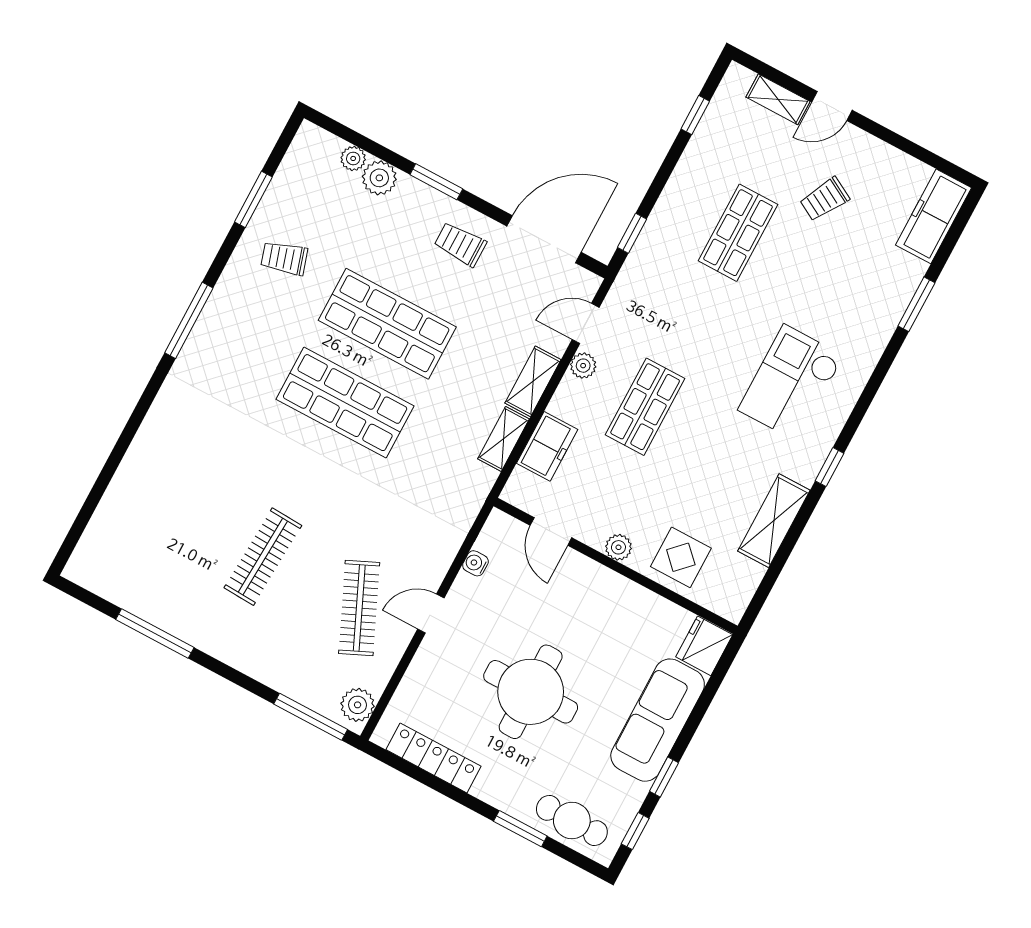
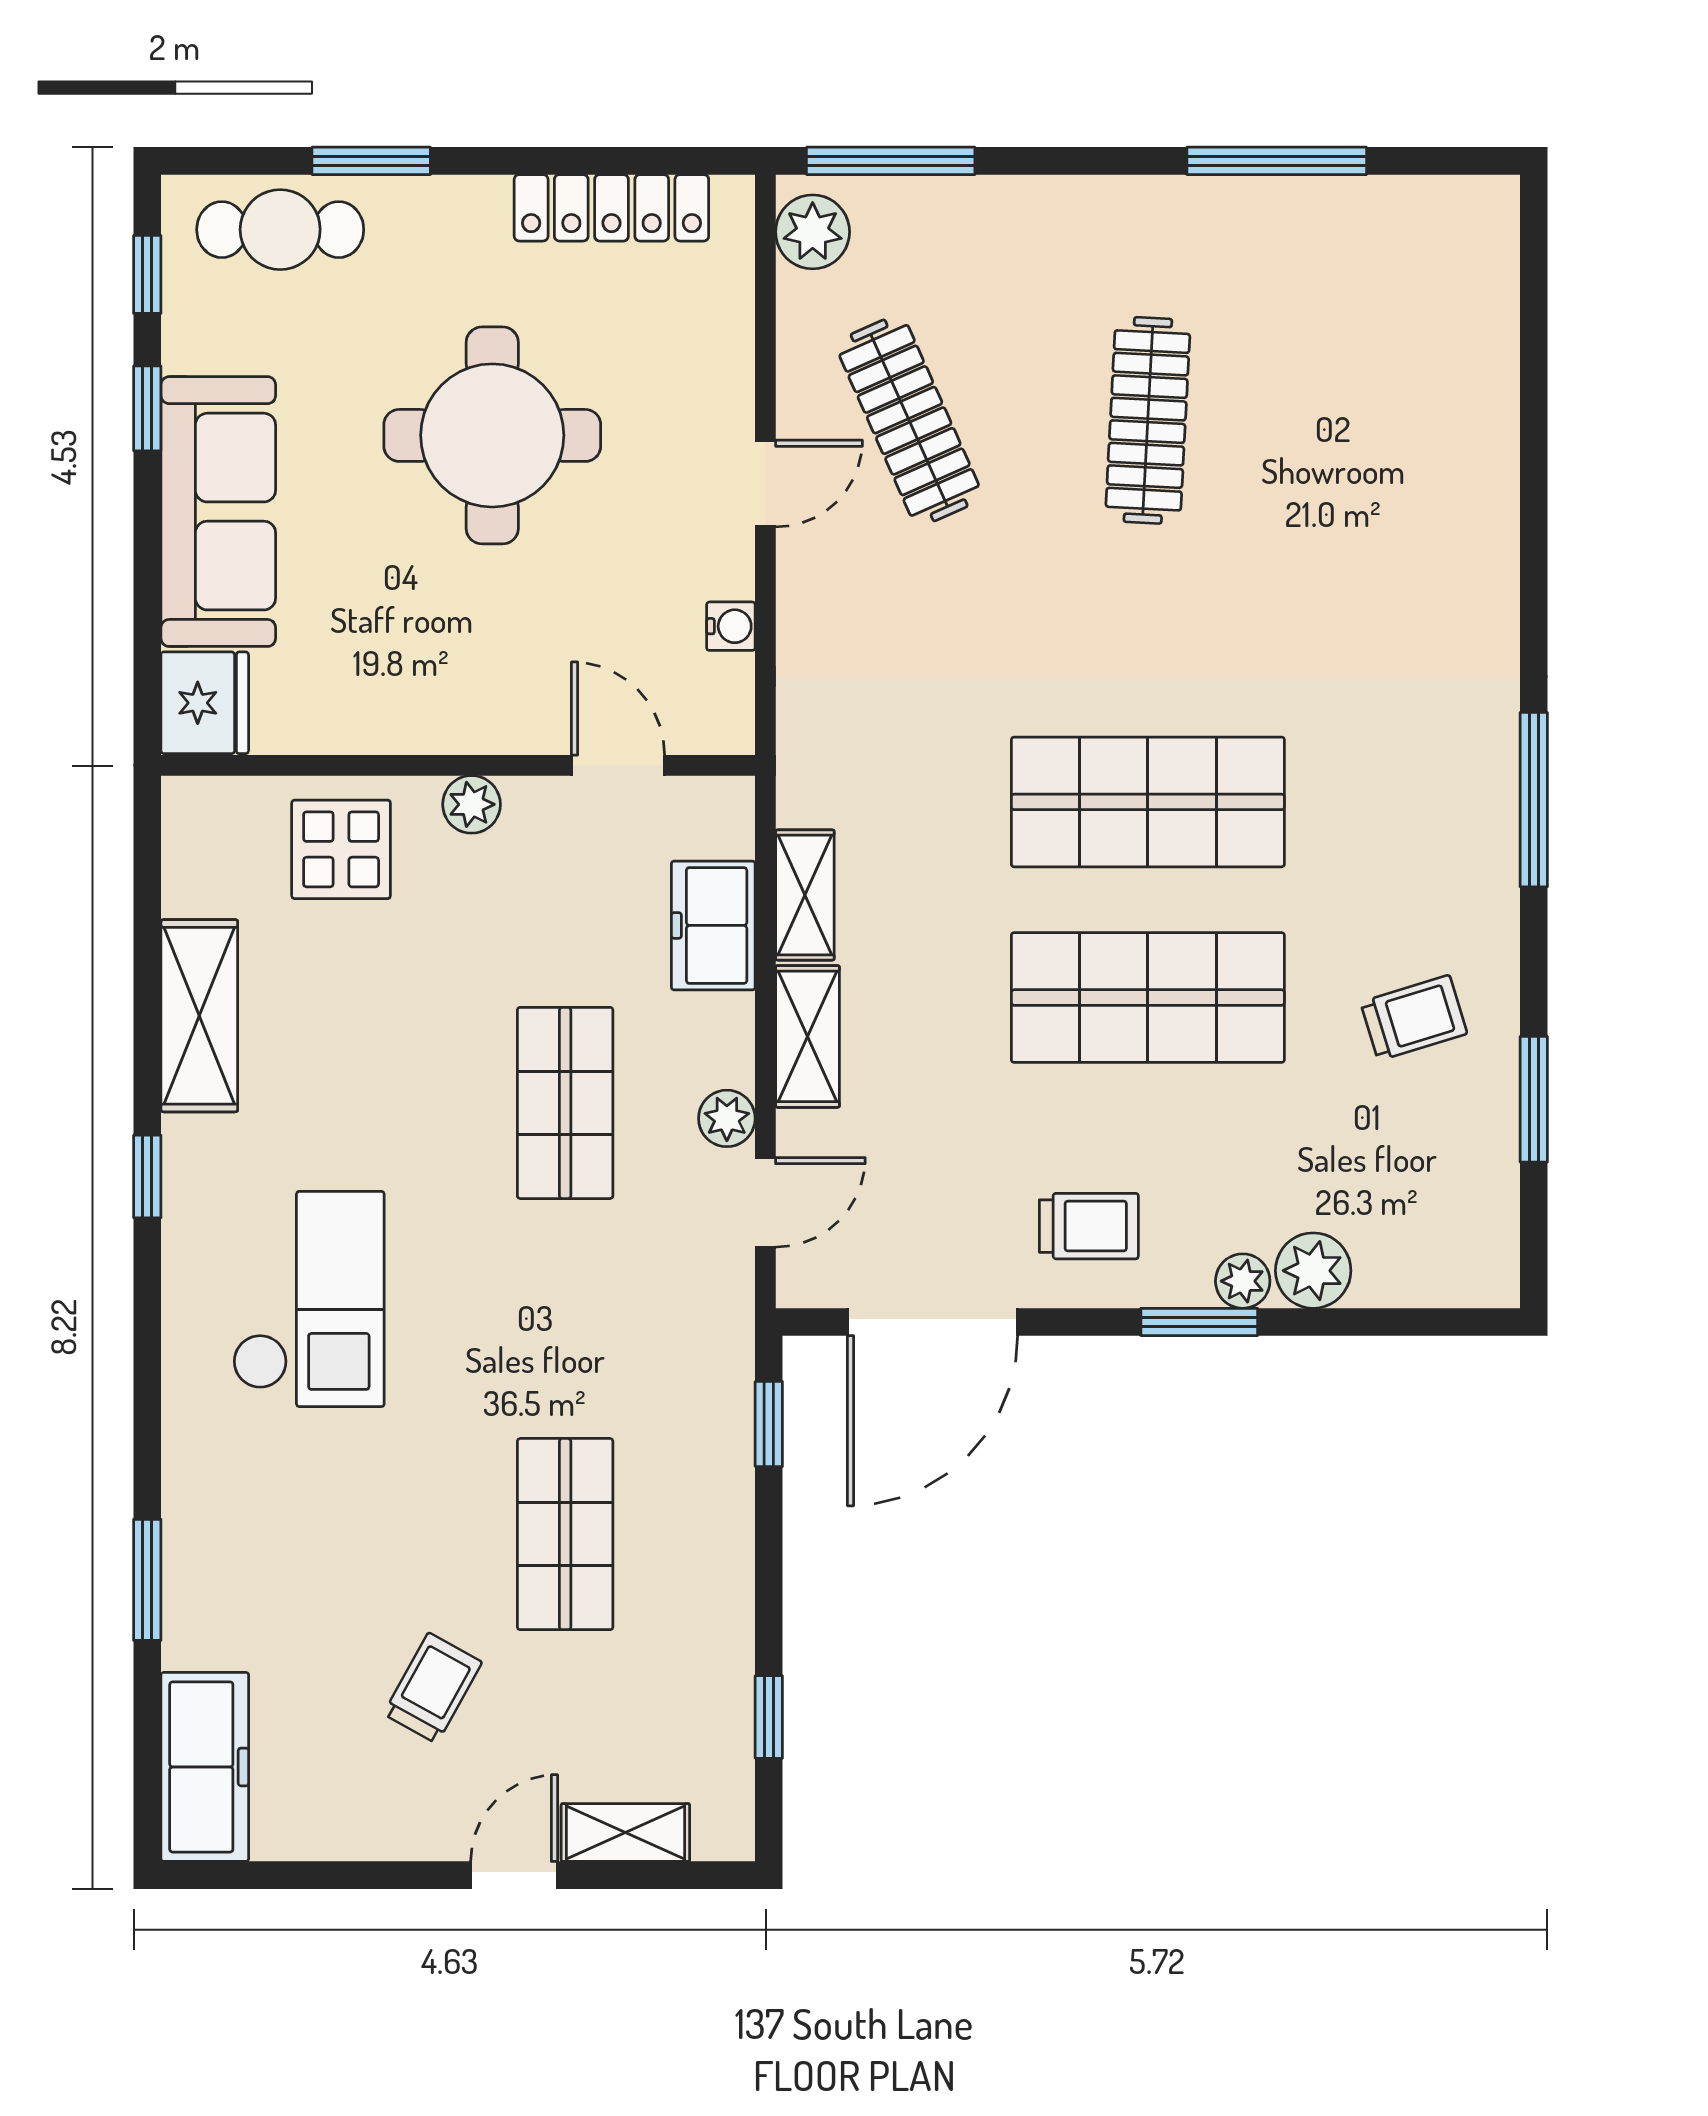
plant: (353, 158) -> (1243, 1281), moved

